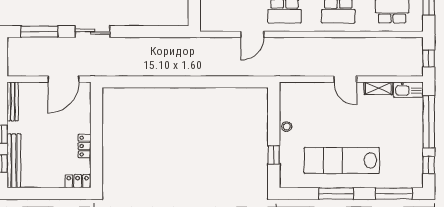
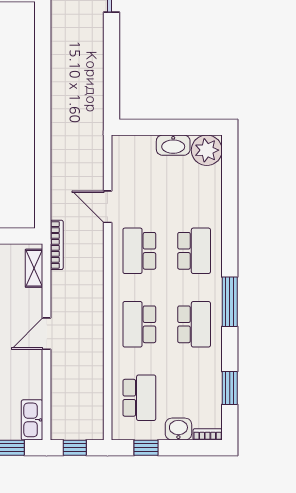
bookcase: (280, 72) -> (57, 245), added
shelving: (378, 88) -> (34, 268), moved

